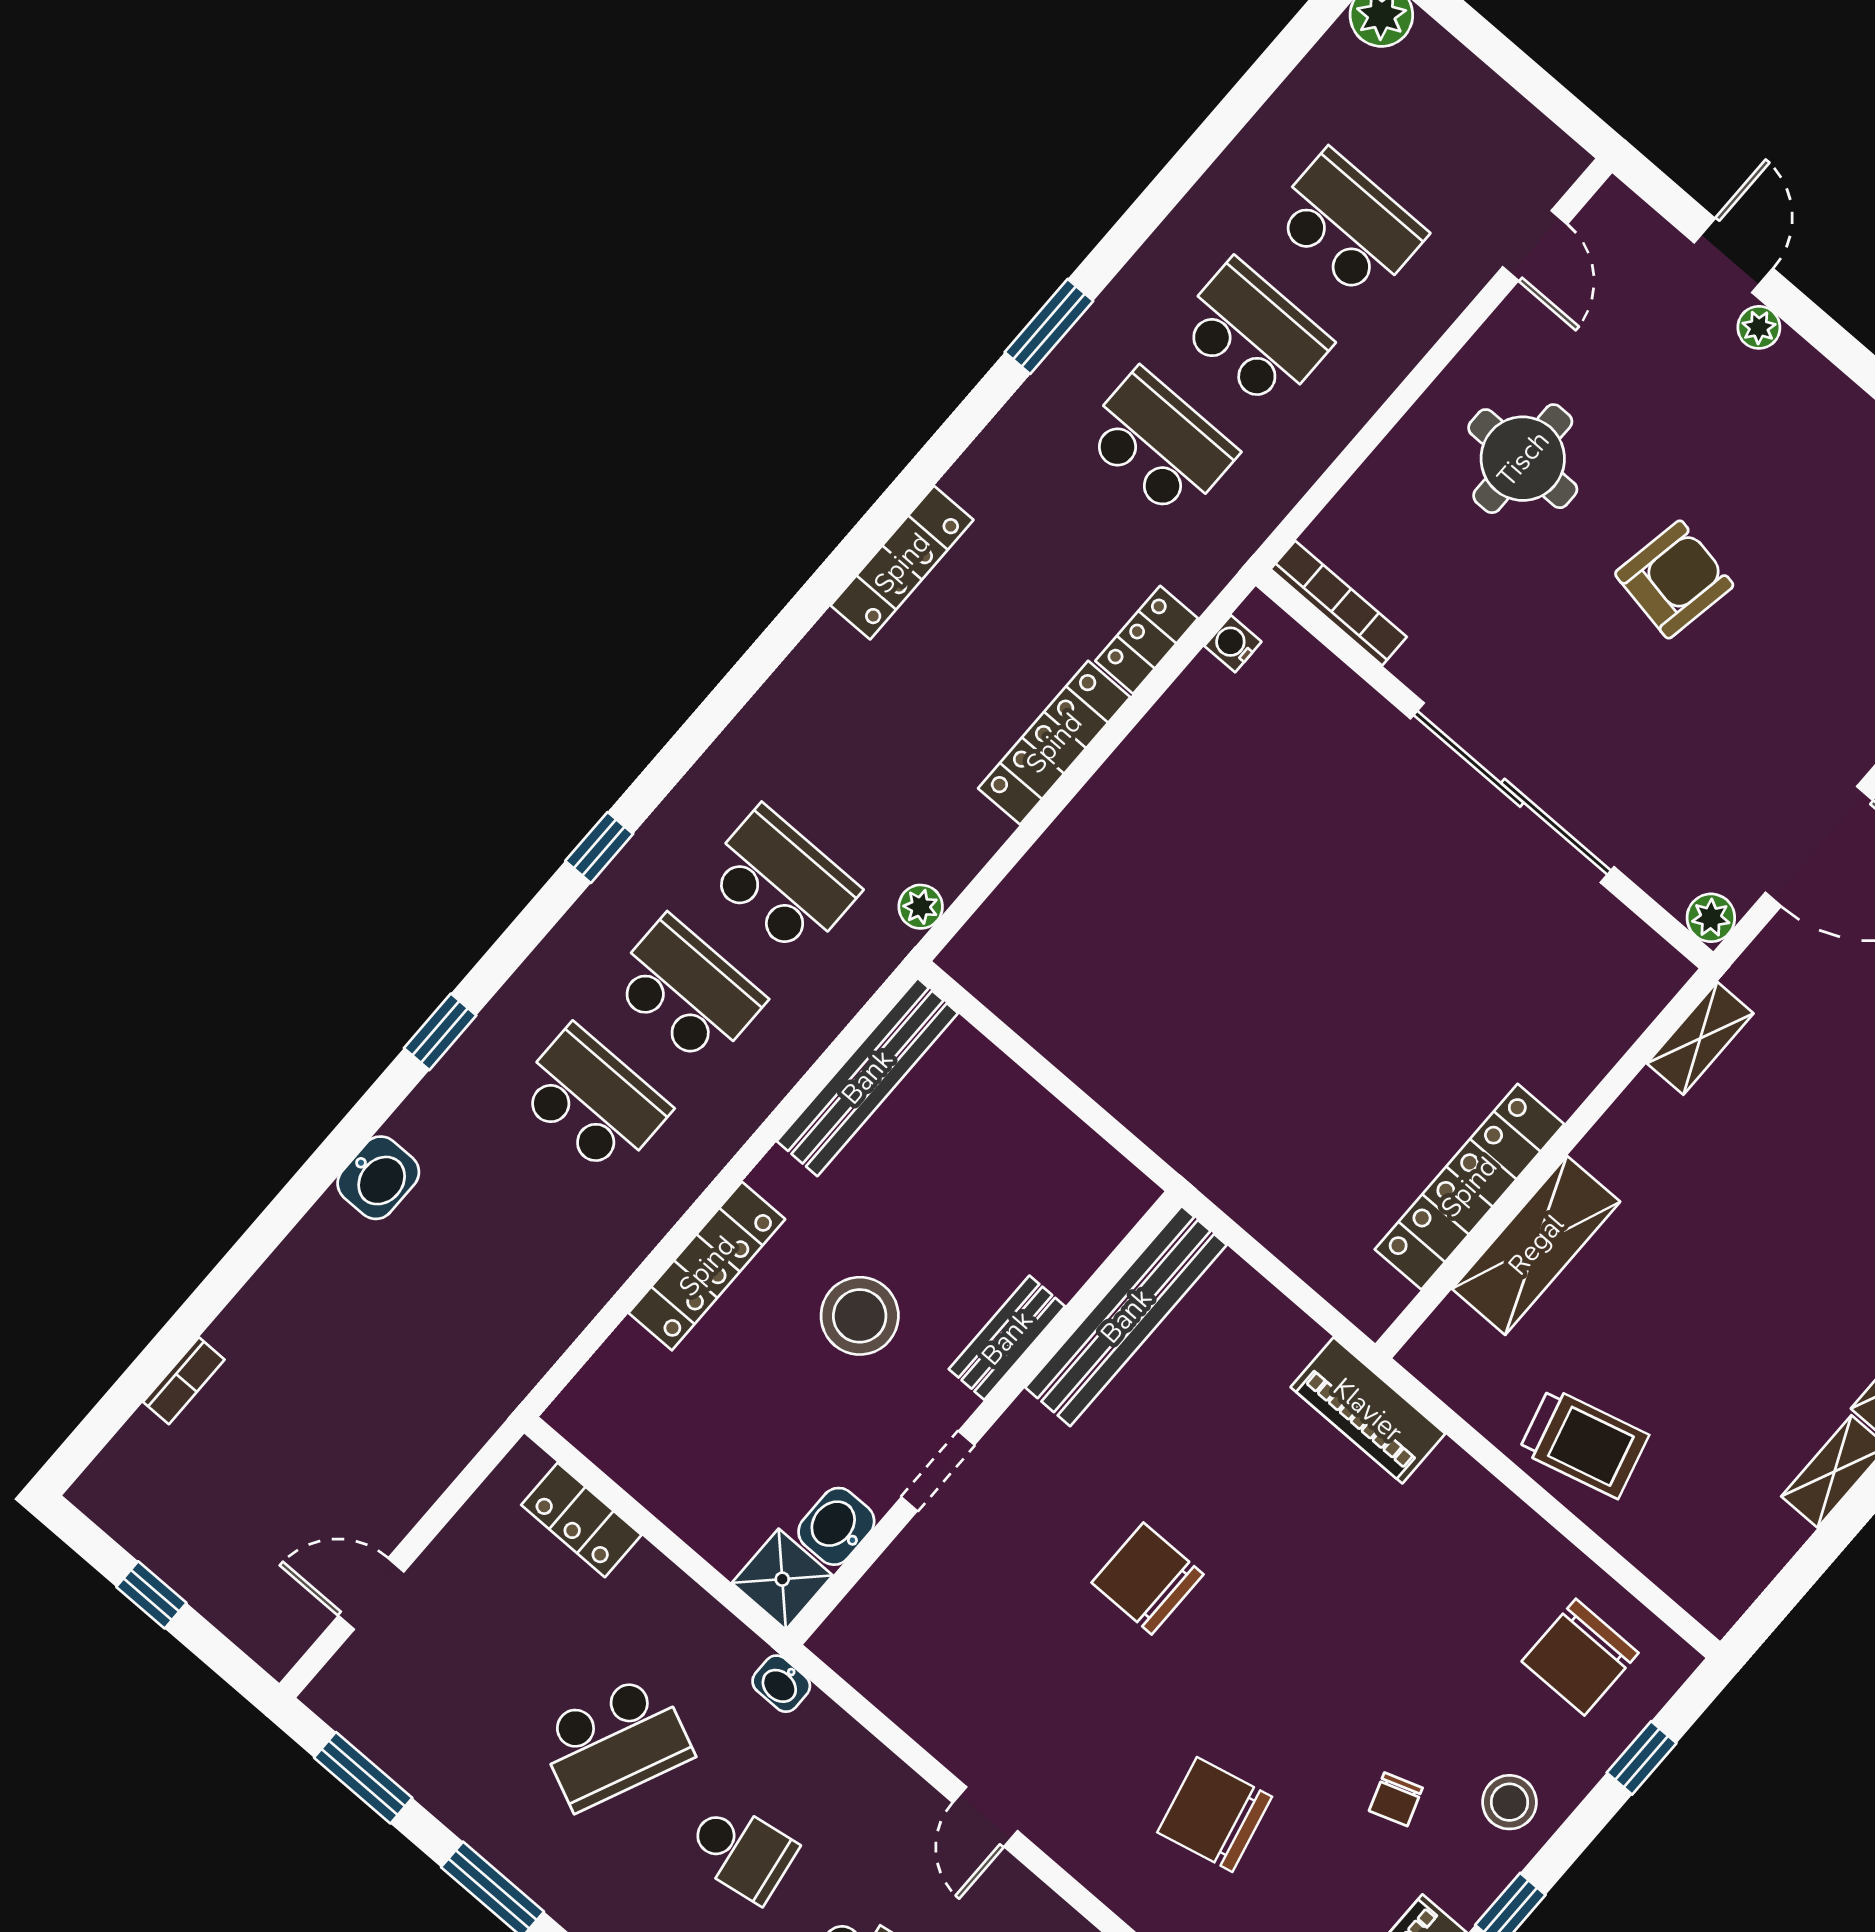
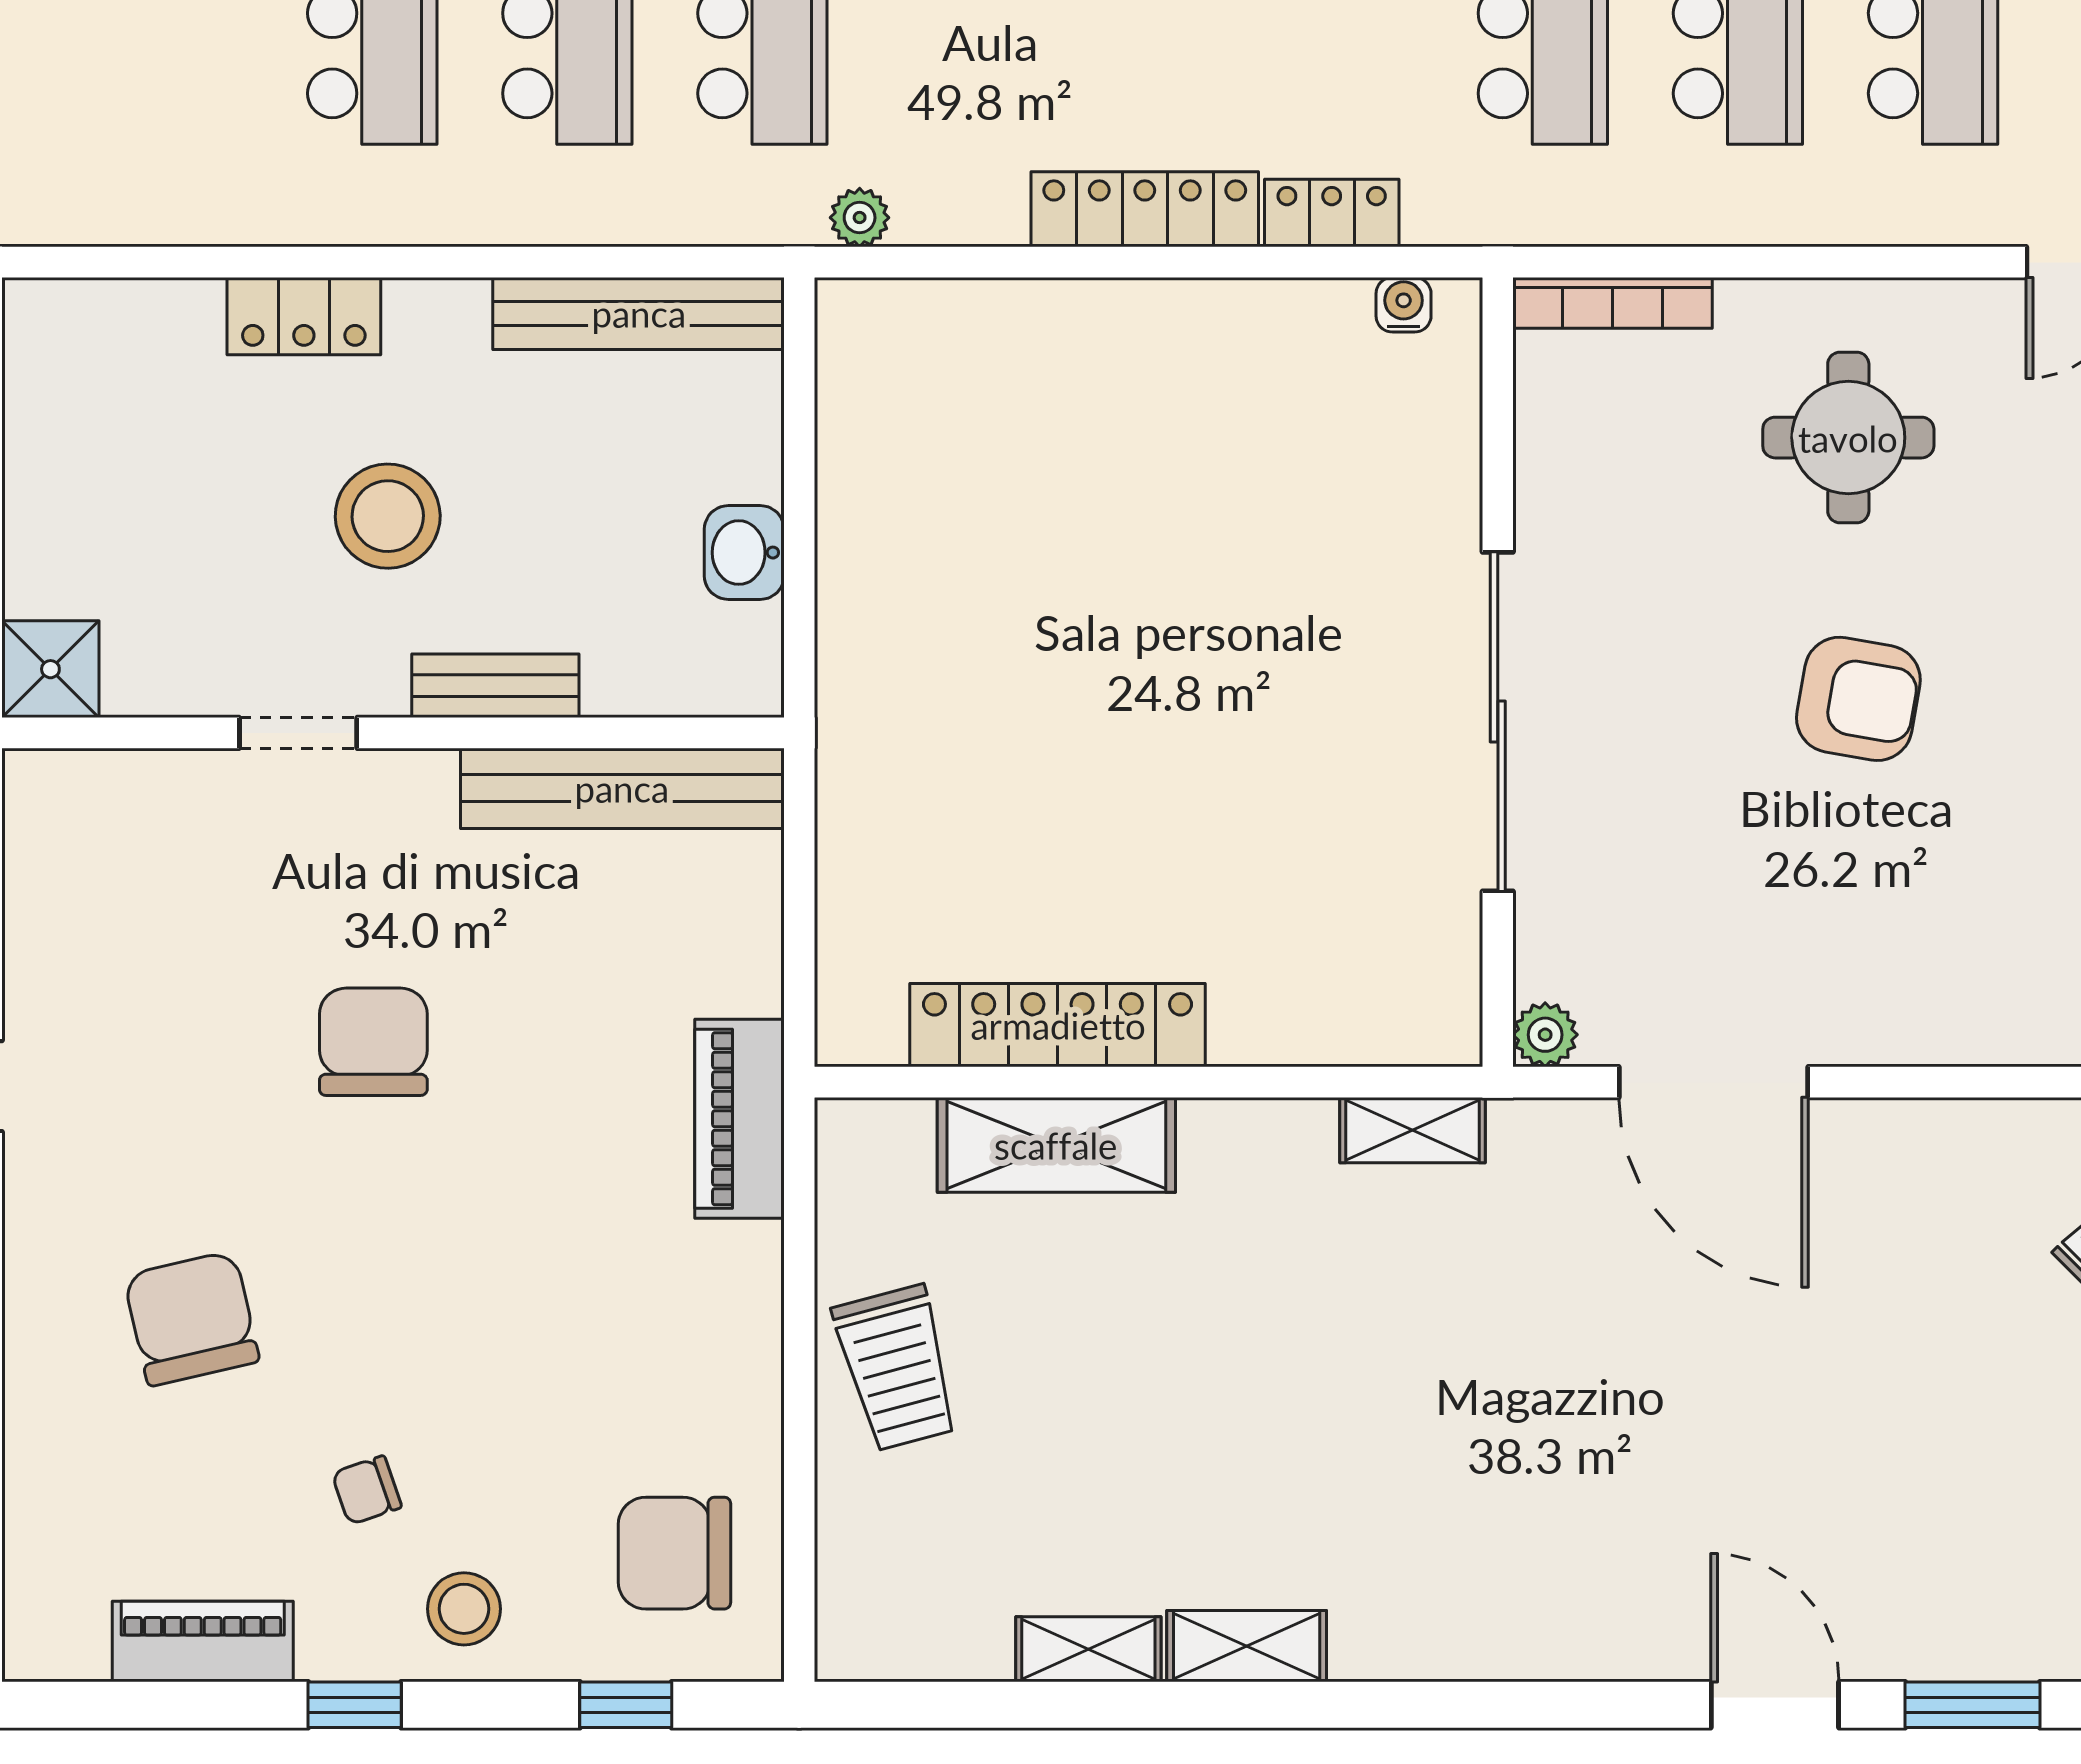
bookcase: (1339, 603) -> (1613, 303), moved, turned 90
locker: (707, 1266) -> (304, 316), width x0.66
washbasin: (836, 1526) -> (744, 553), moved, turned -90

